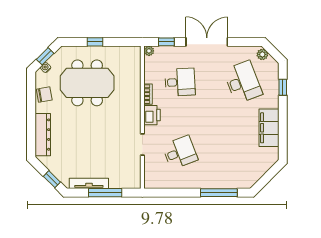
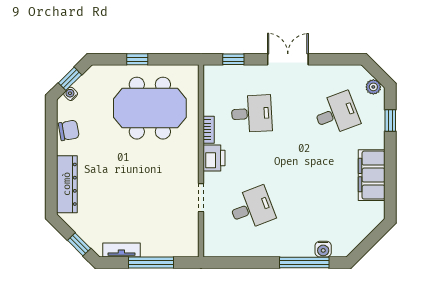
double door: (207, 42) -> (288, 59), width x0.73
plant: (149, 51) -> (210, 71), removed
plant: (262, 54) -> (373, 87), moved
desk: (243, 82) -> (336, 114), width x0.73
meeting table: (87, 83) -> (150, 108), moved
tv unit: (89, 183) -> (121, 250), width x0.71
water cooler: (233, 183) -> (323, 249), added

